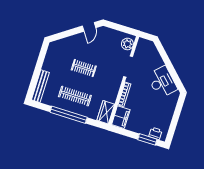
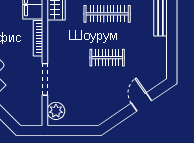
door: (89, 27) -> (142, 102), moved

